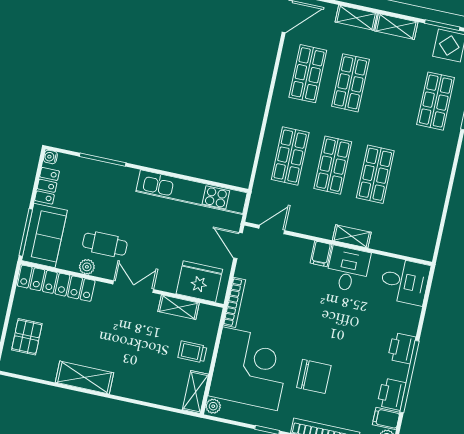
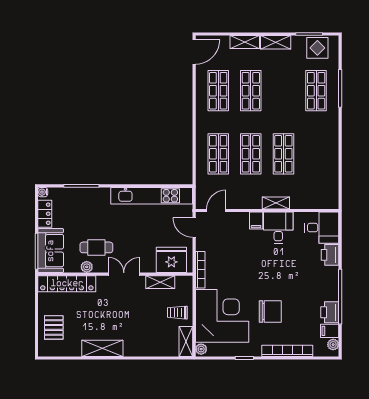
printer: (402, 348) -> (330, 255), moved

